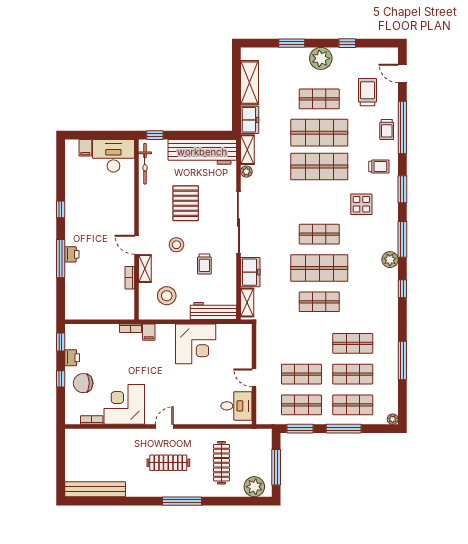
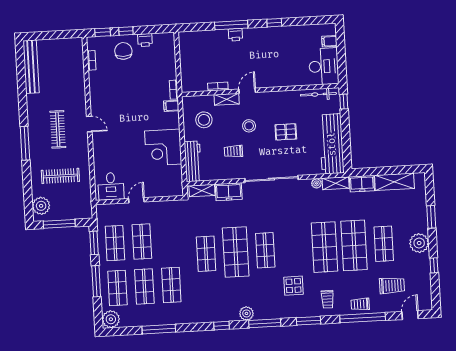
pallet: (186, 203) -> (286, 132), width x0.67, depth x0.71
window: (61, 342) -> (103, 32), moved
corner desk: (124, 404) -> (107, 88), removed
plant: (393, 419) -> (111, 319), width x1.87, depth x1.87

